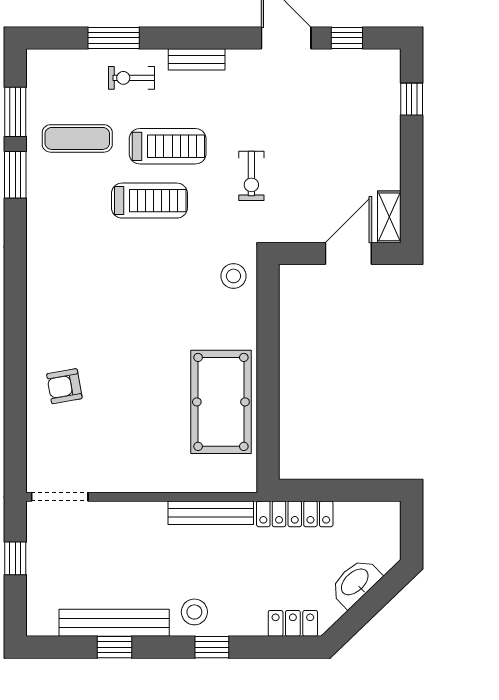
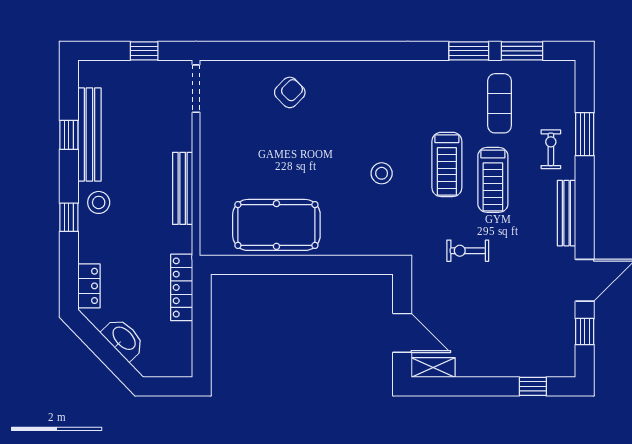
bench: (197, 59) -> (566, 213), width x1.36
stool: (233, 276) -> (382, 173), moved
armchair: (64, 386) -> (290, 92), turned 55
bench: (211, 513) -> (183, 188), moved

